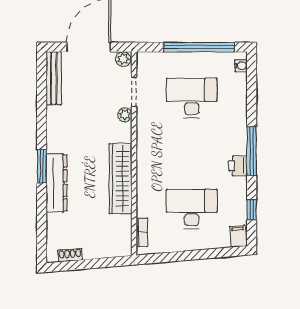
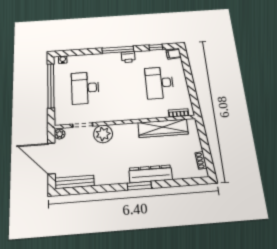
plant: (125, 115) -> (103, 134), width x1.87, depth x1.87
wardrobe: (121, 179) -> (163, 128), moved

